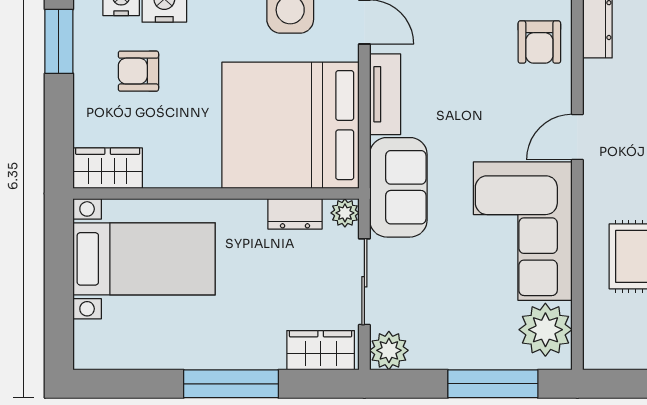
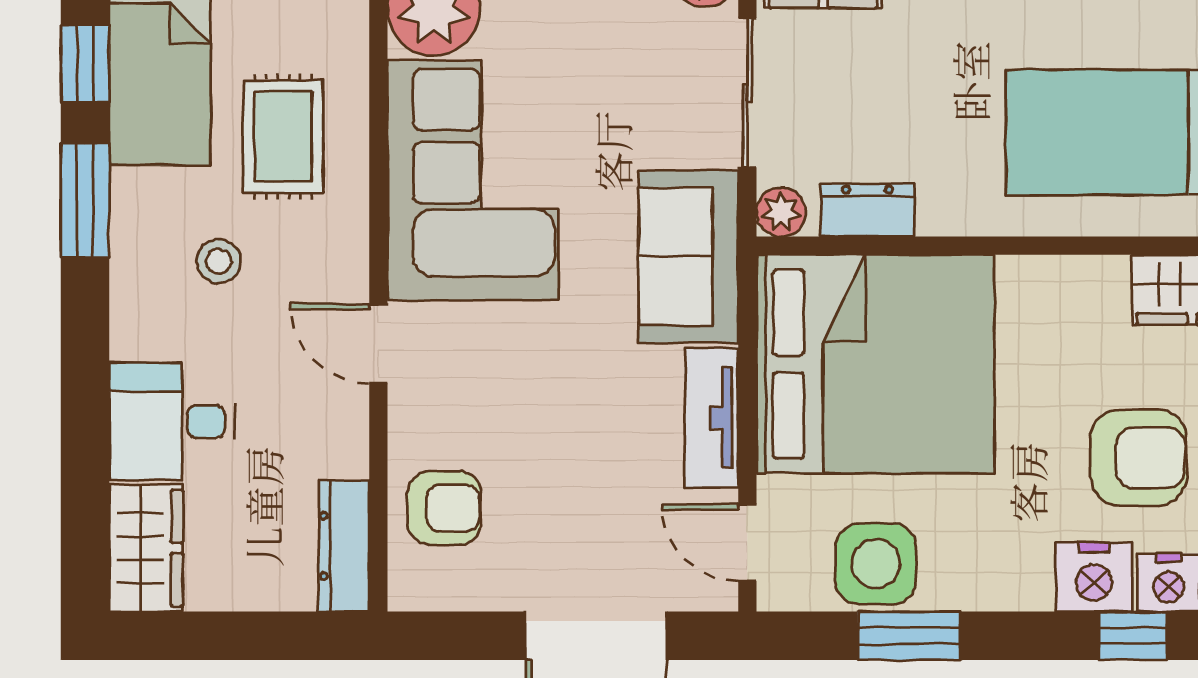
armchair: (539, 42) -> (444, 508), turned 90
armchair: (138, 71) -> (1139, 458), width x1.38, depth x1.38
door: (577, 137) -> (378, 343), swing flipped

